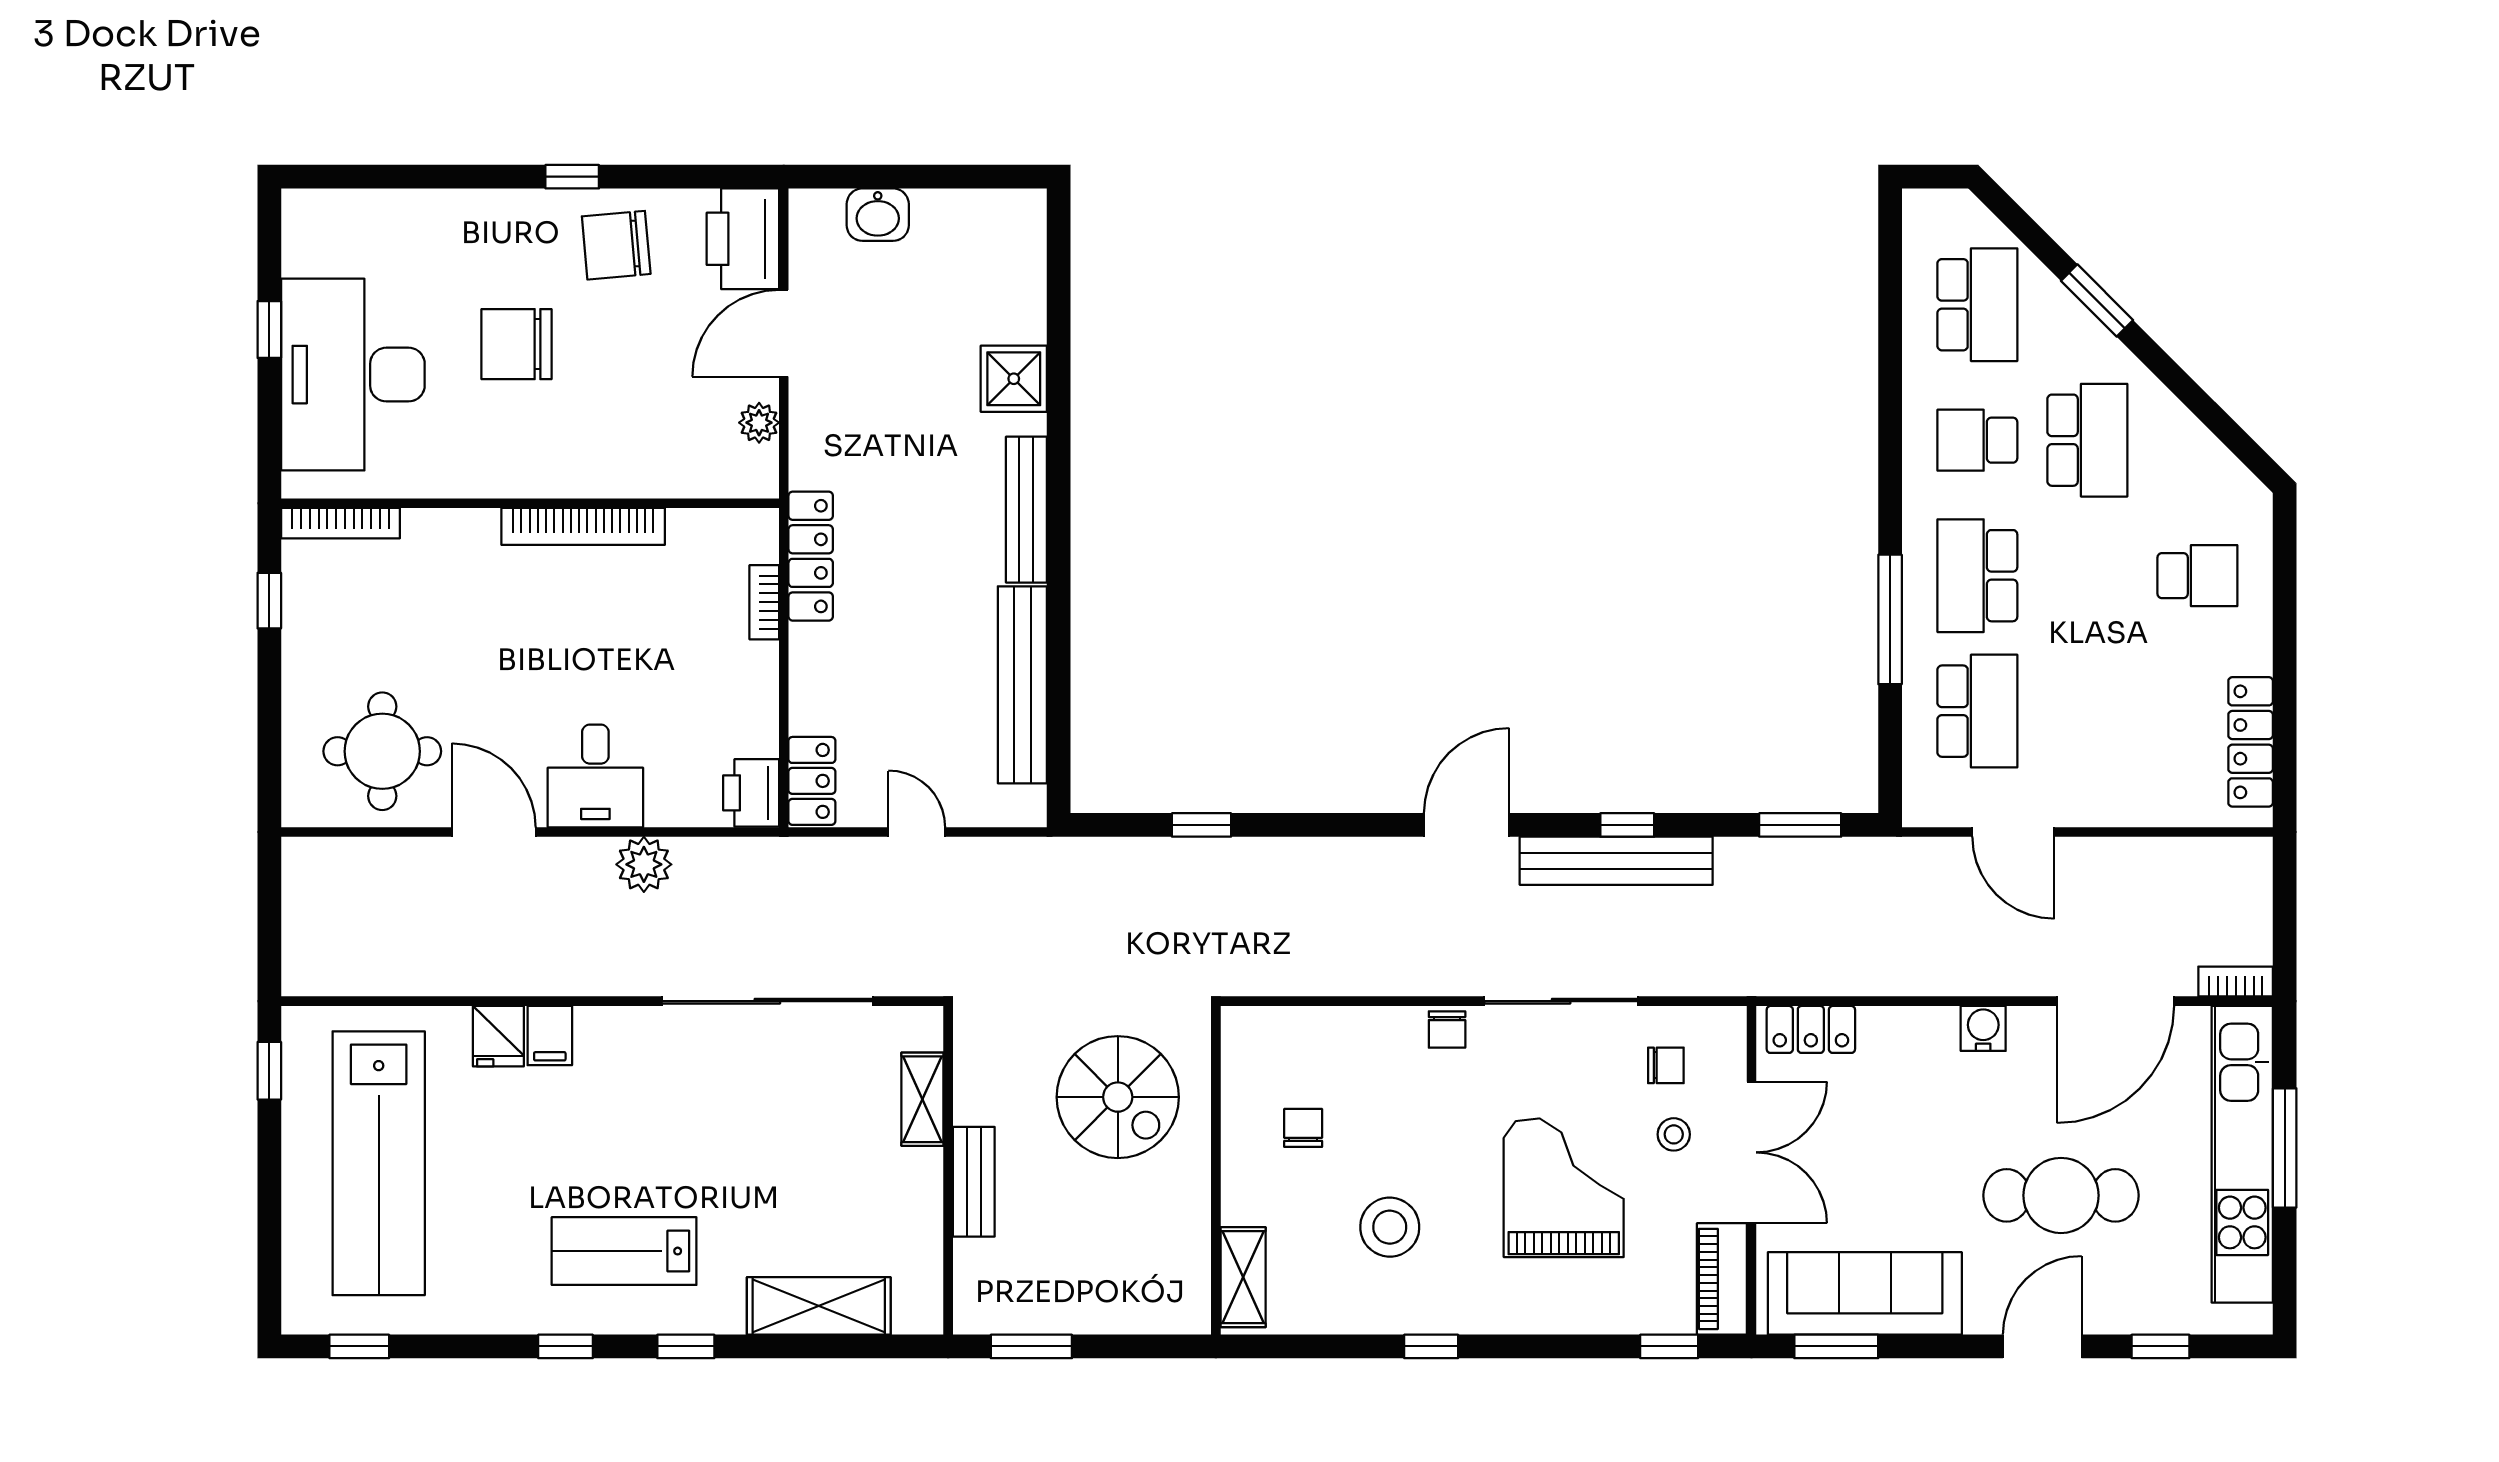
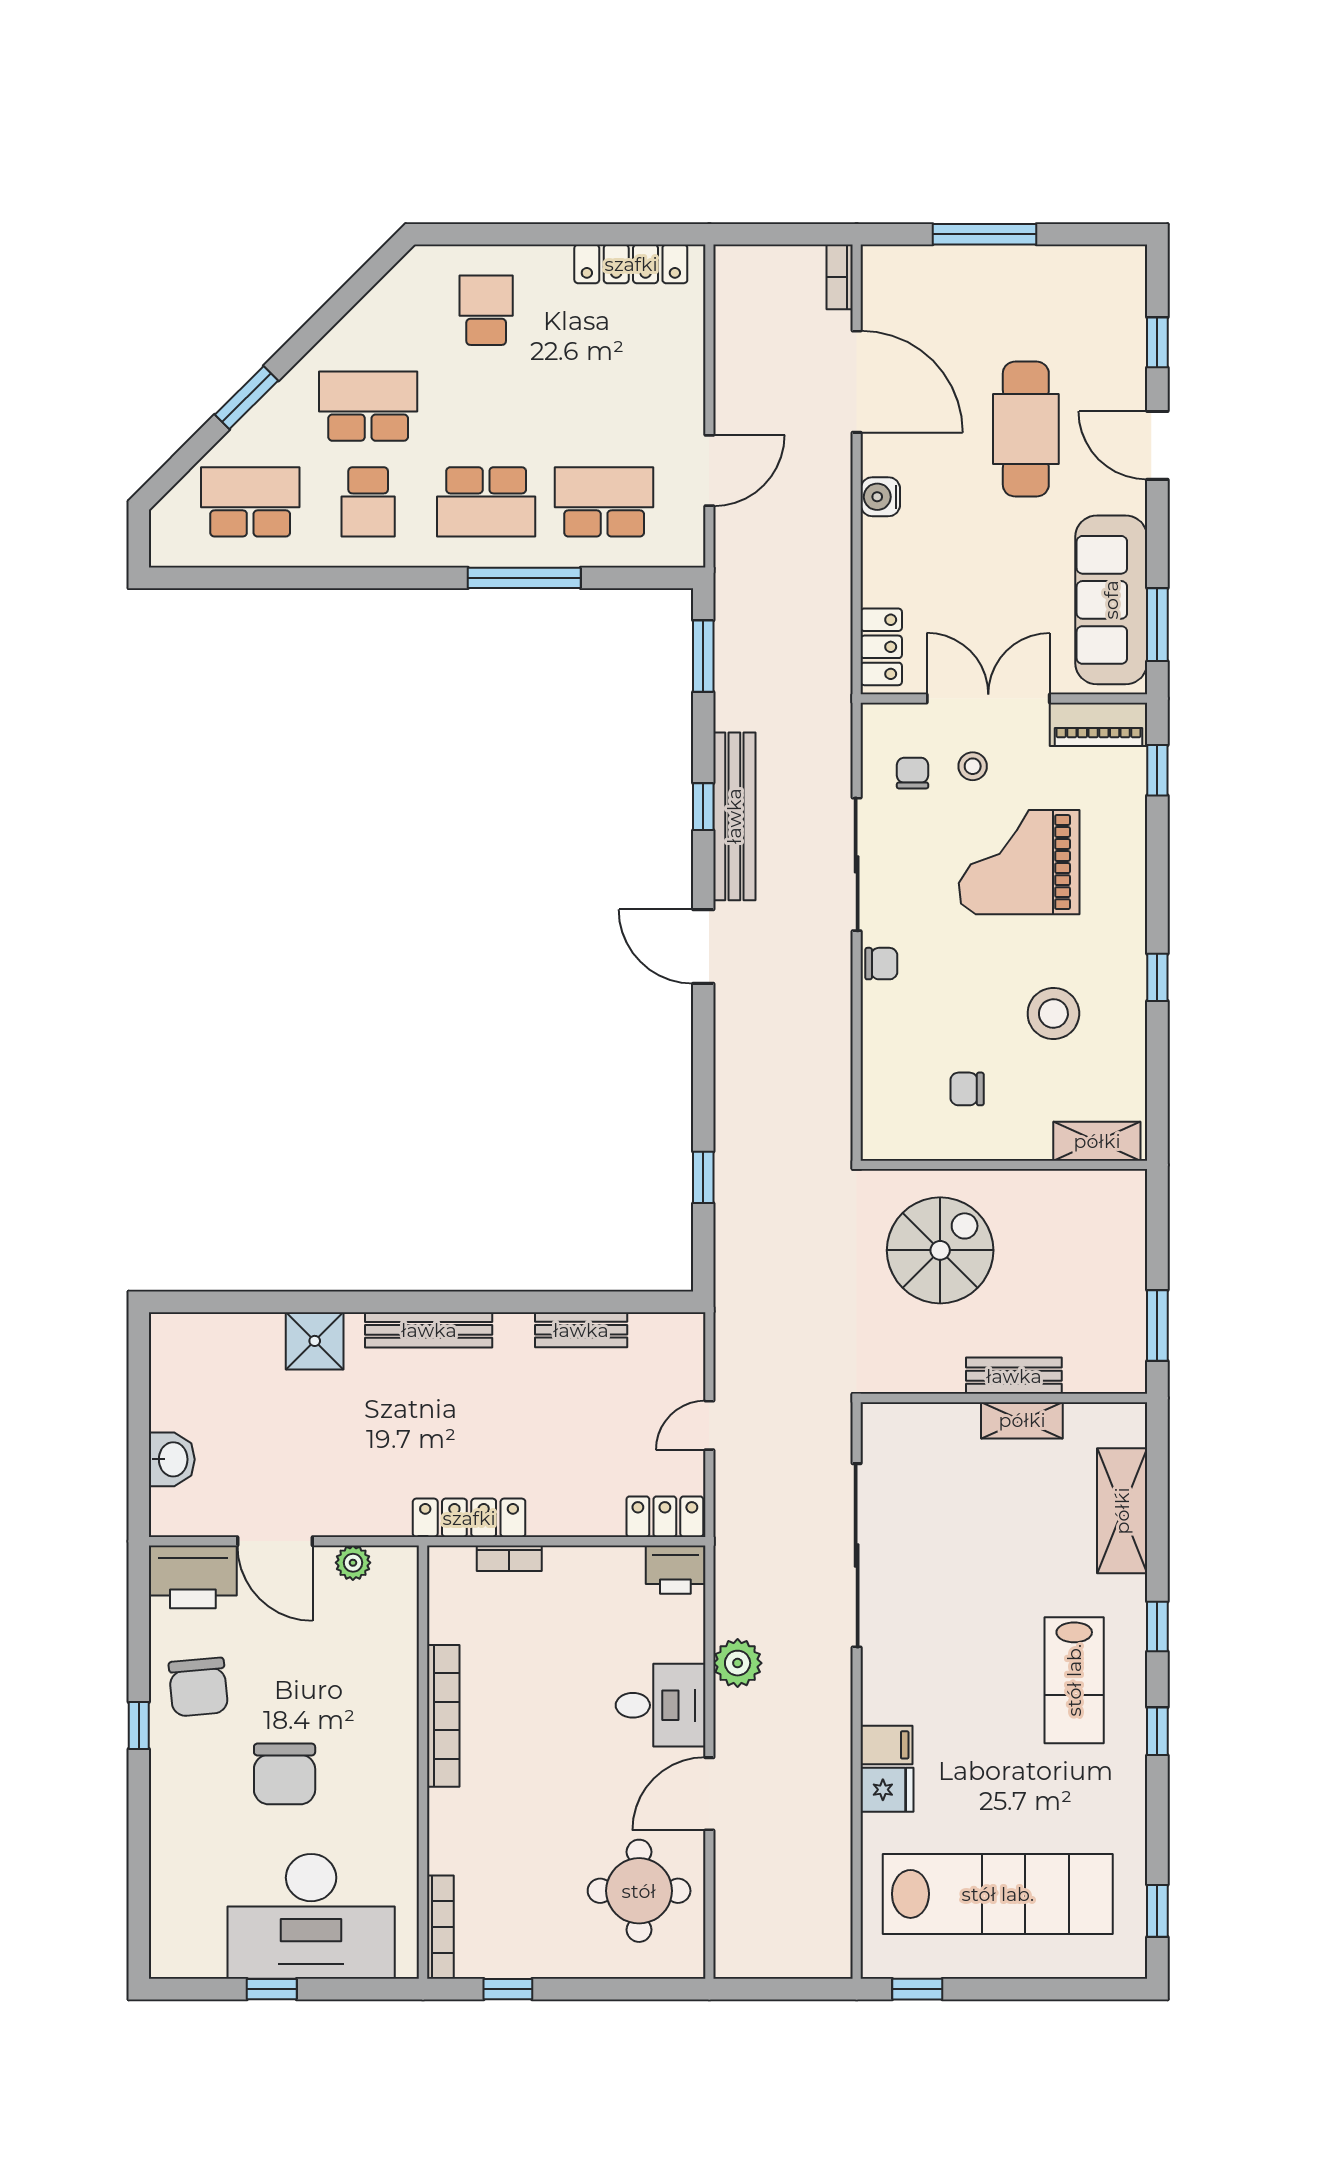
bench: (1022, 685) -> (581, 1330), width x0.54, depth x0.82
shelving: (922, 1099) -> (1022, 1420), moved
kitchen unit: (2242, 1154) -> (990, 271), removed

